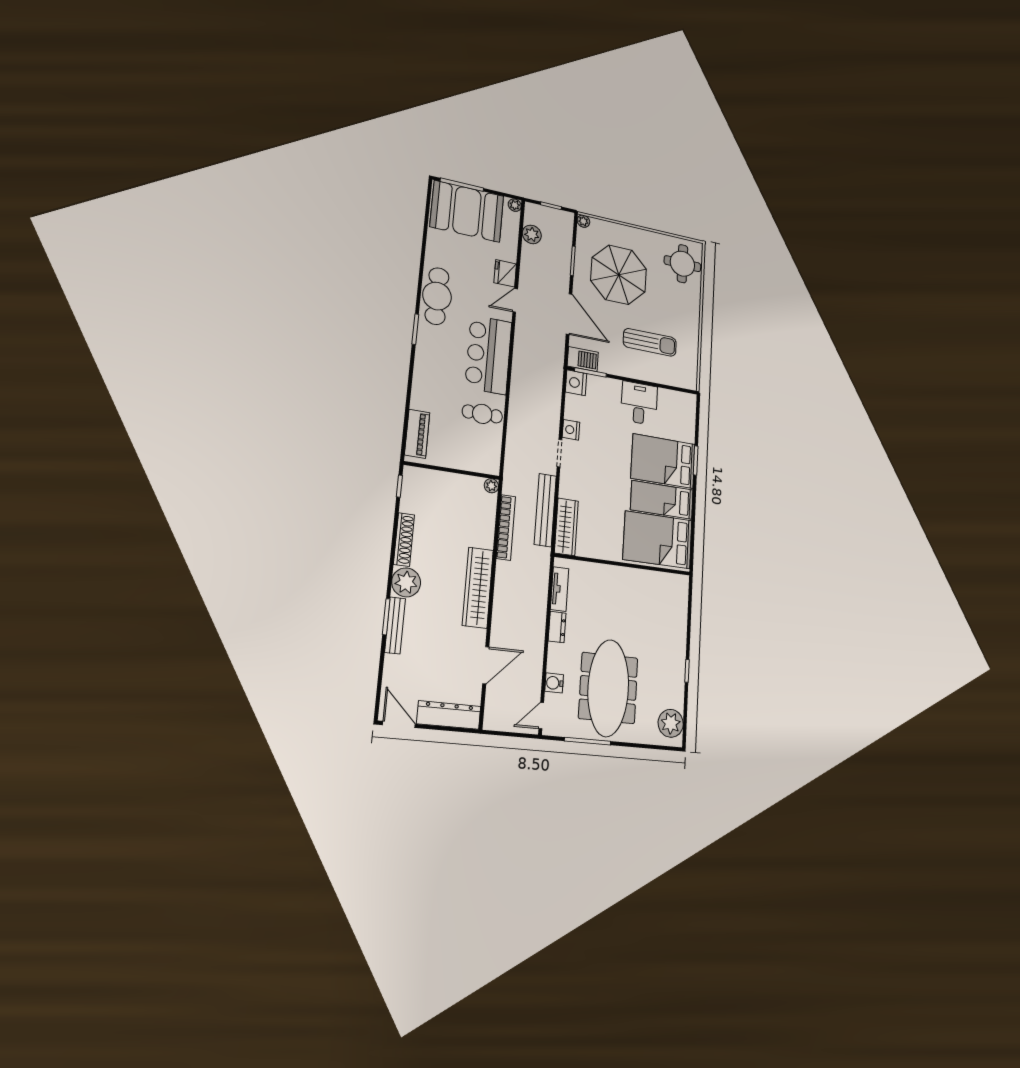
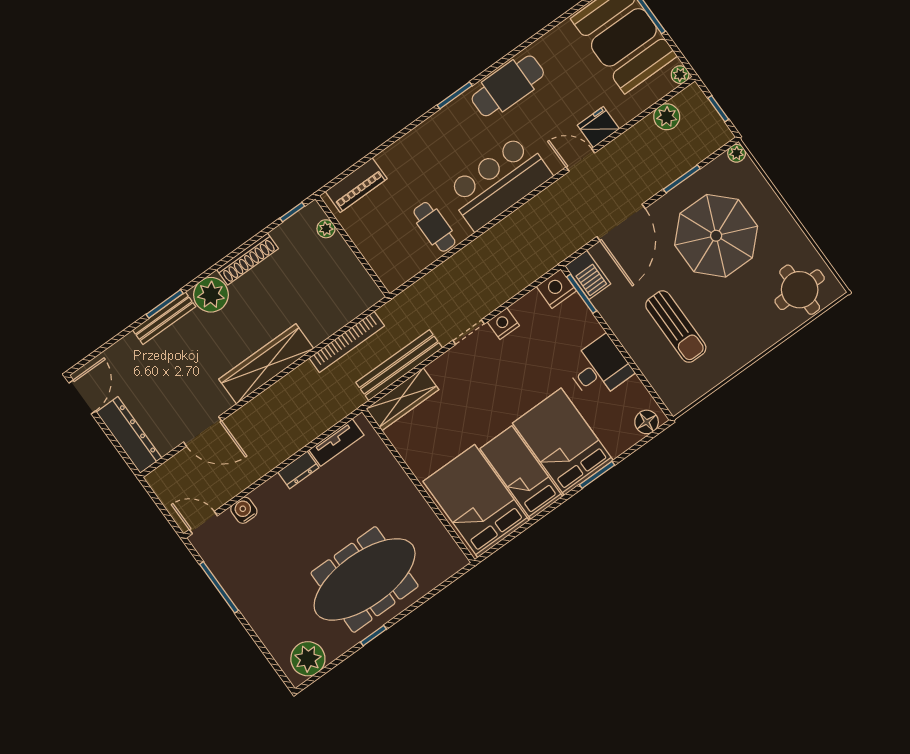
floor lamp: (688, 407) -> (647, 422), added
plant: (491, 486) -> (326, 229), moved
meeting table: (608, 688) -> (365, 579), moved

